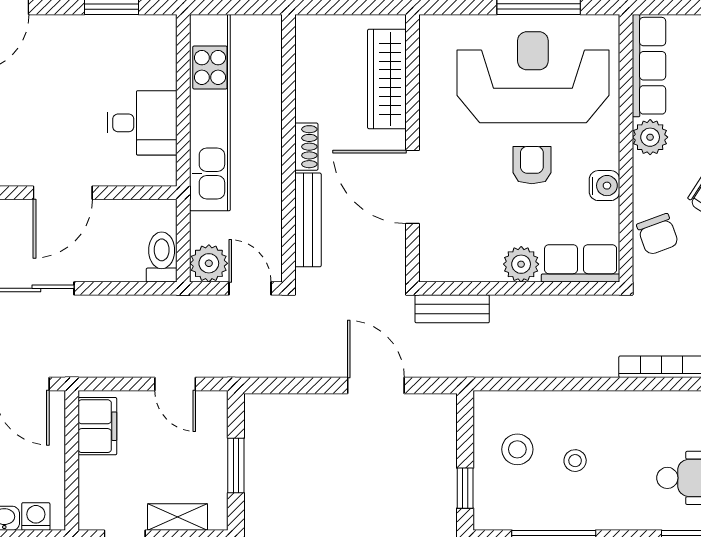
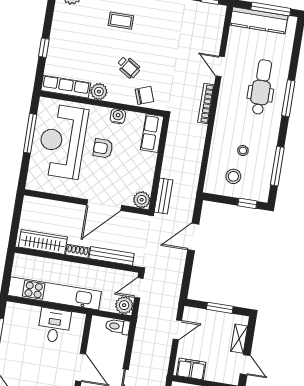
wardrobe: (387, 79) -> (43, 242), moved, turned 180
plant: (521, 264) -> (142, 200), moved

